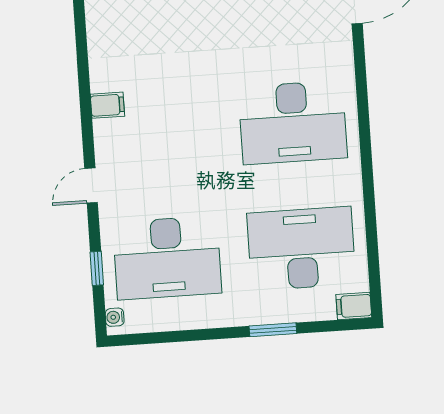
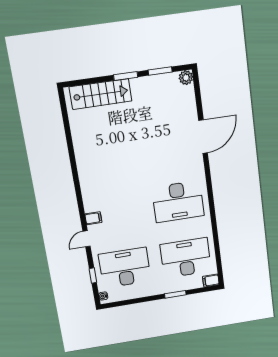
filing cabinet: (107, 105) -> (93, 218), moved
desk: (167, 258) -> (125, 268), turned 180

